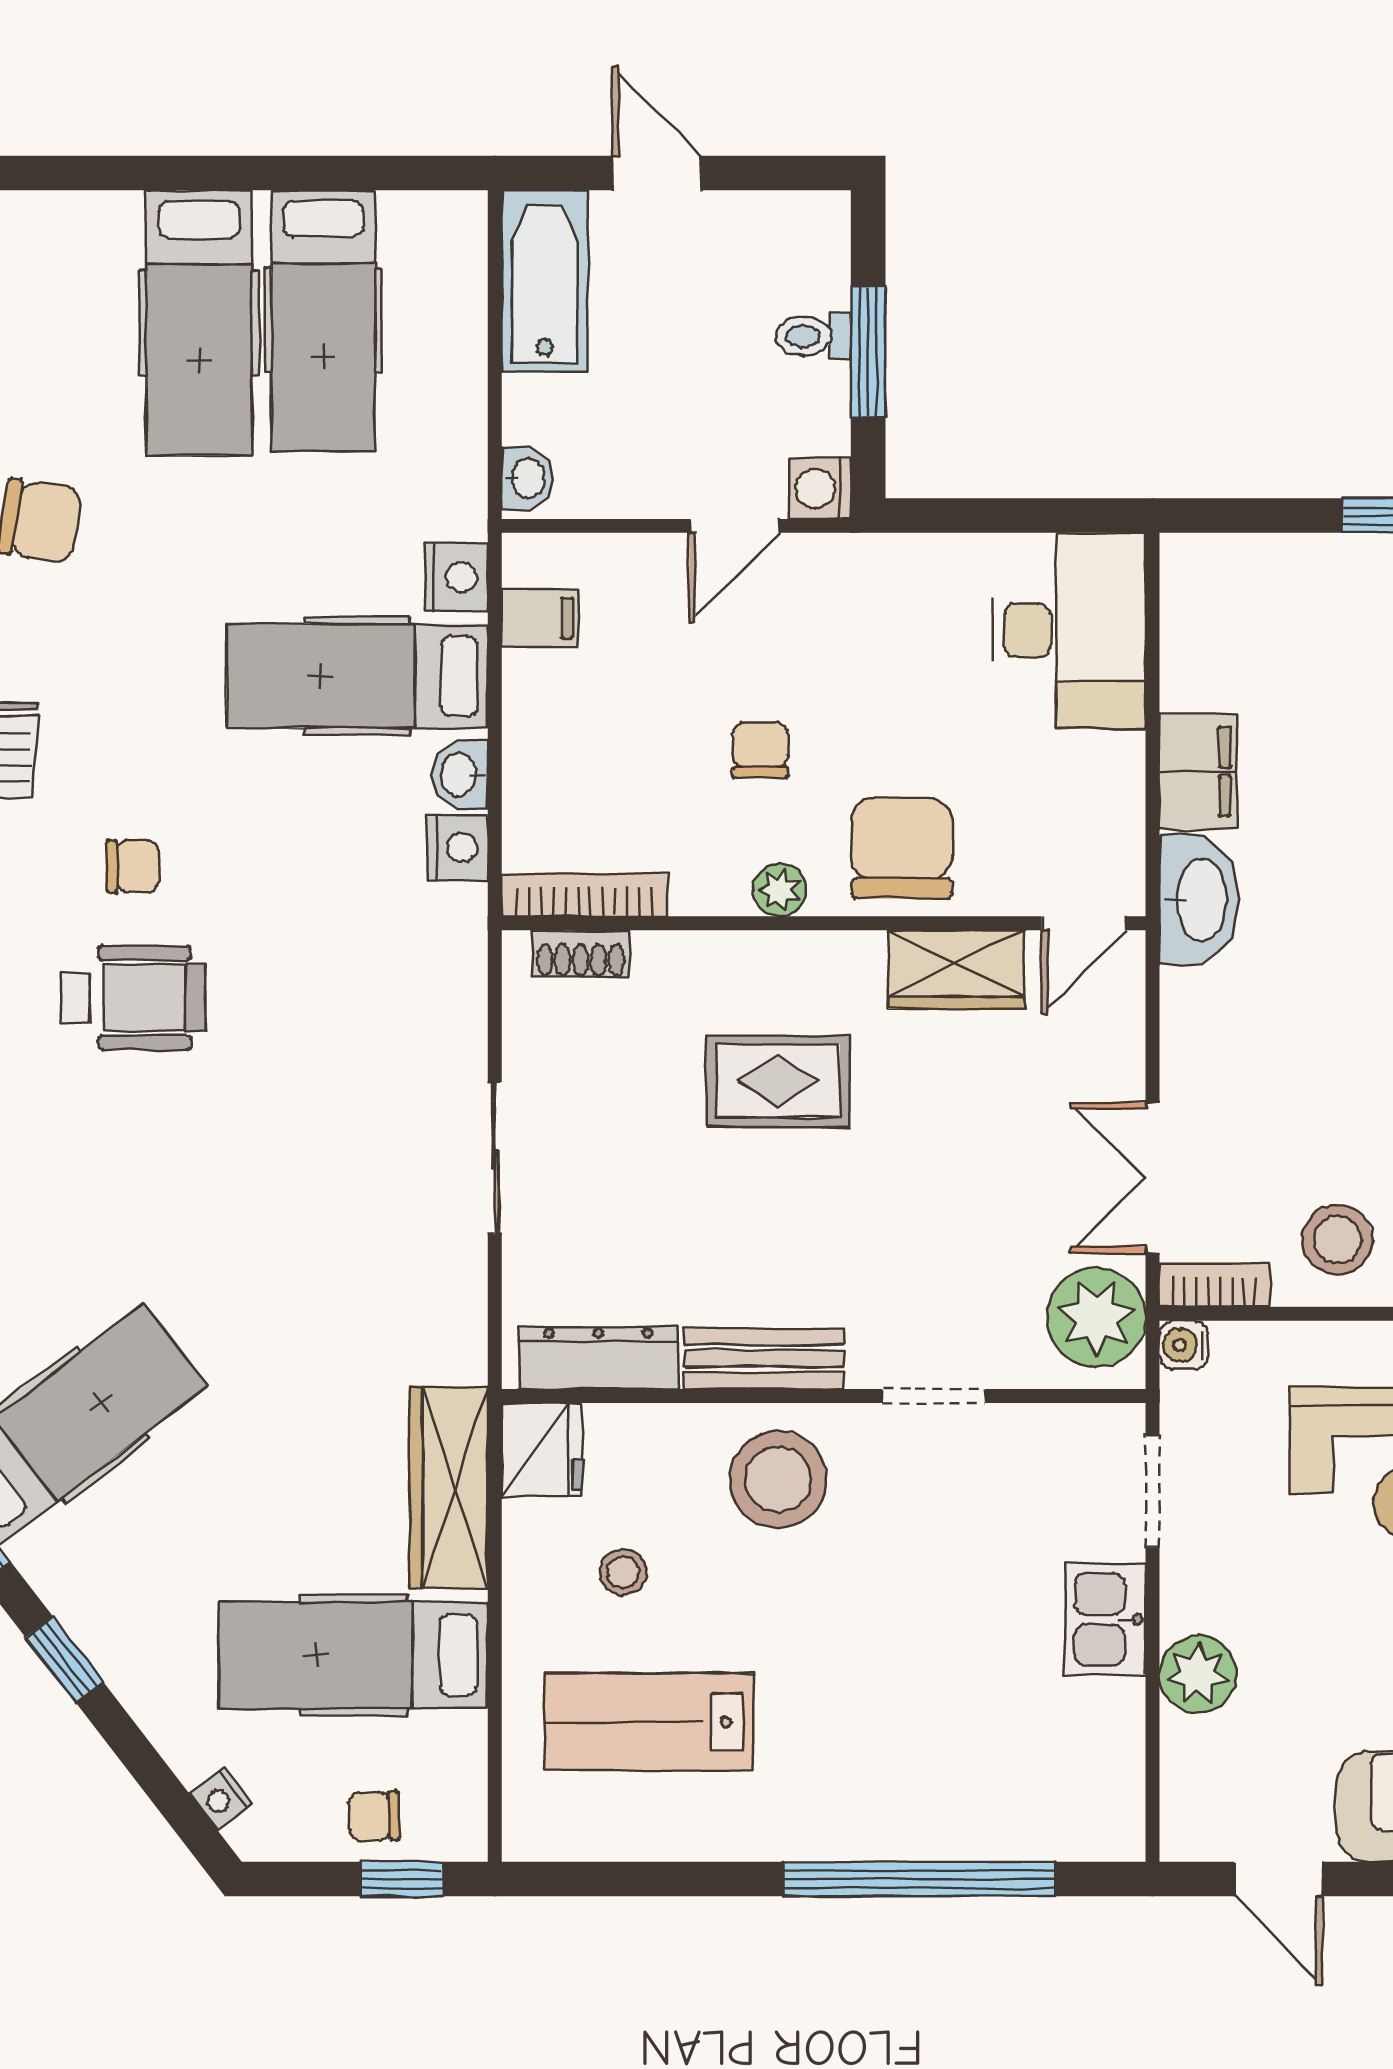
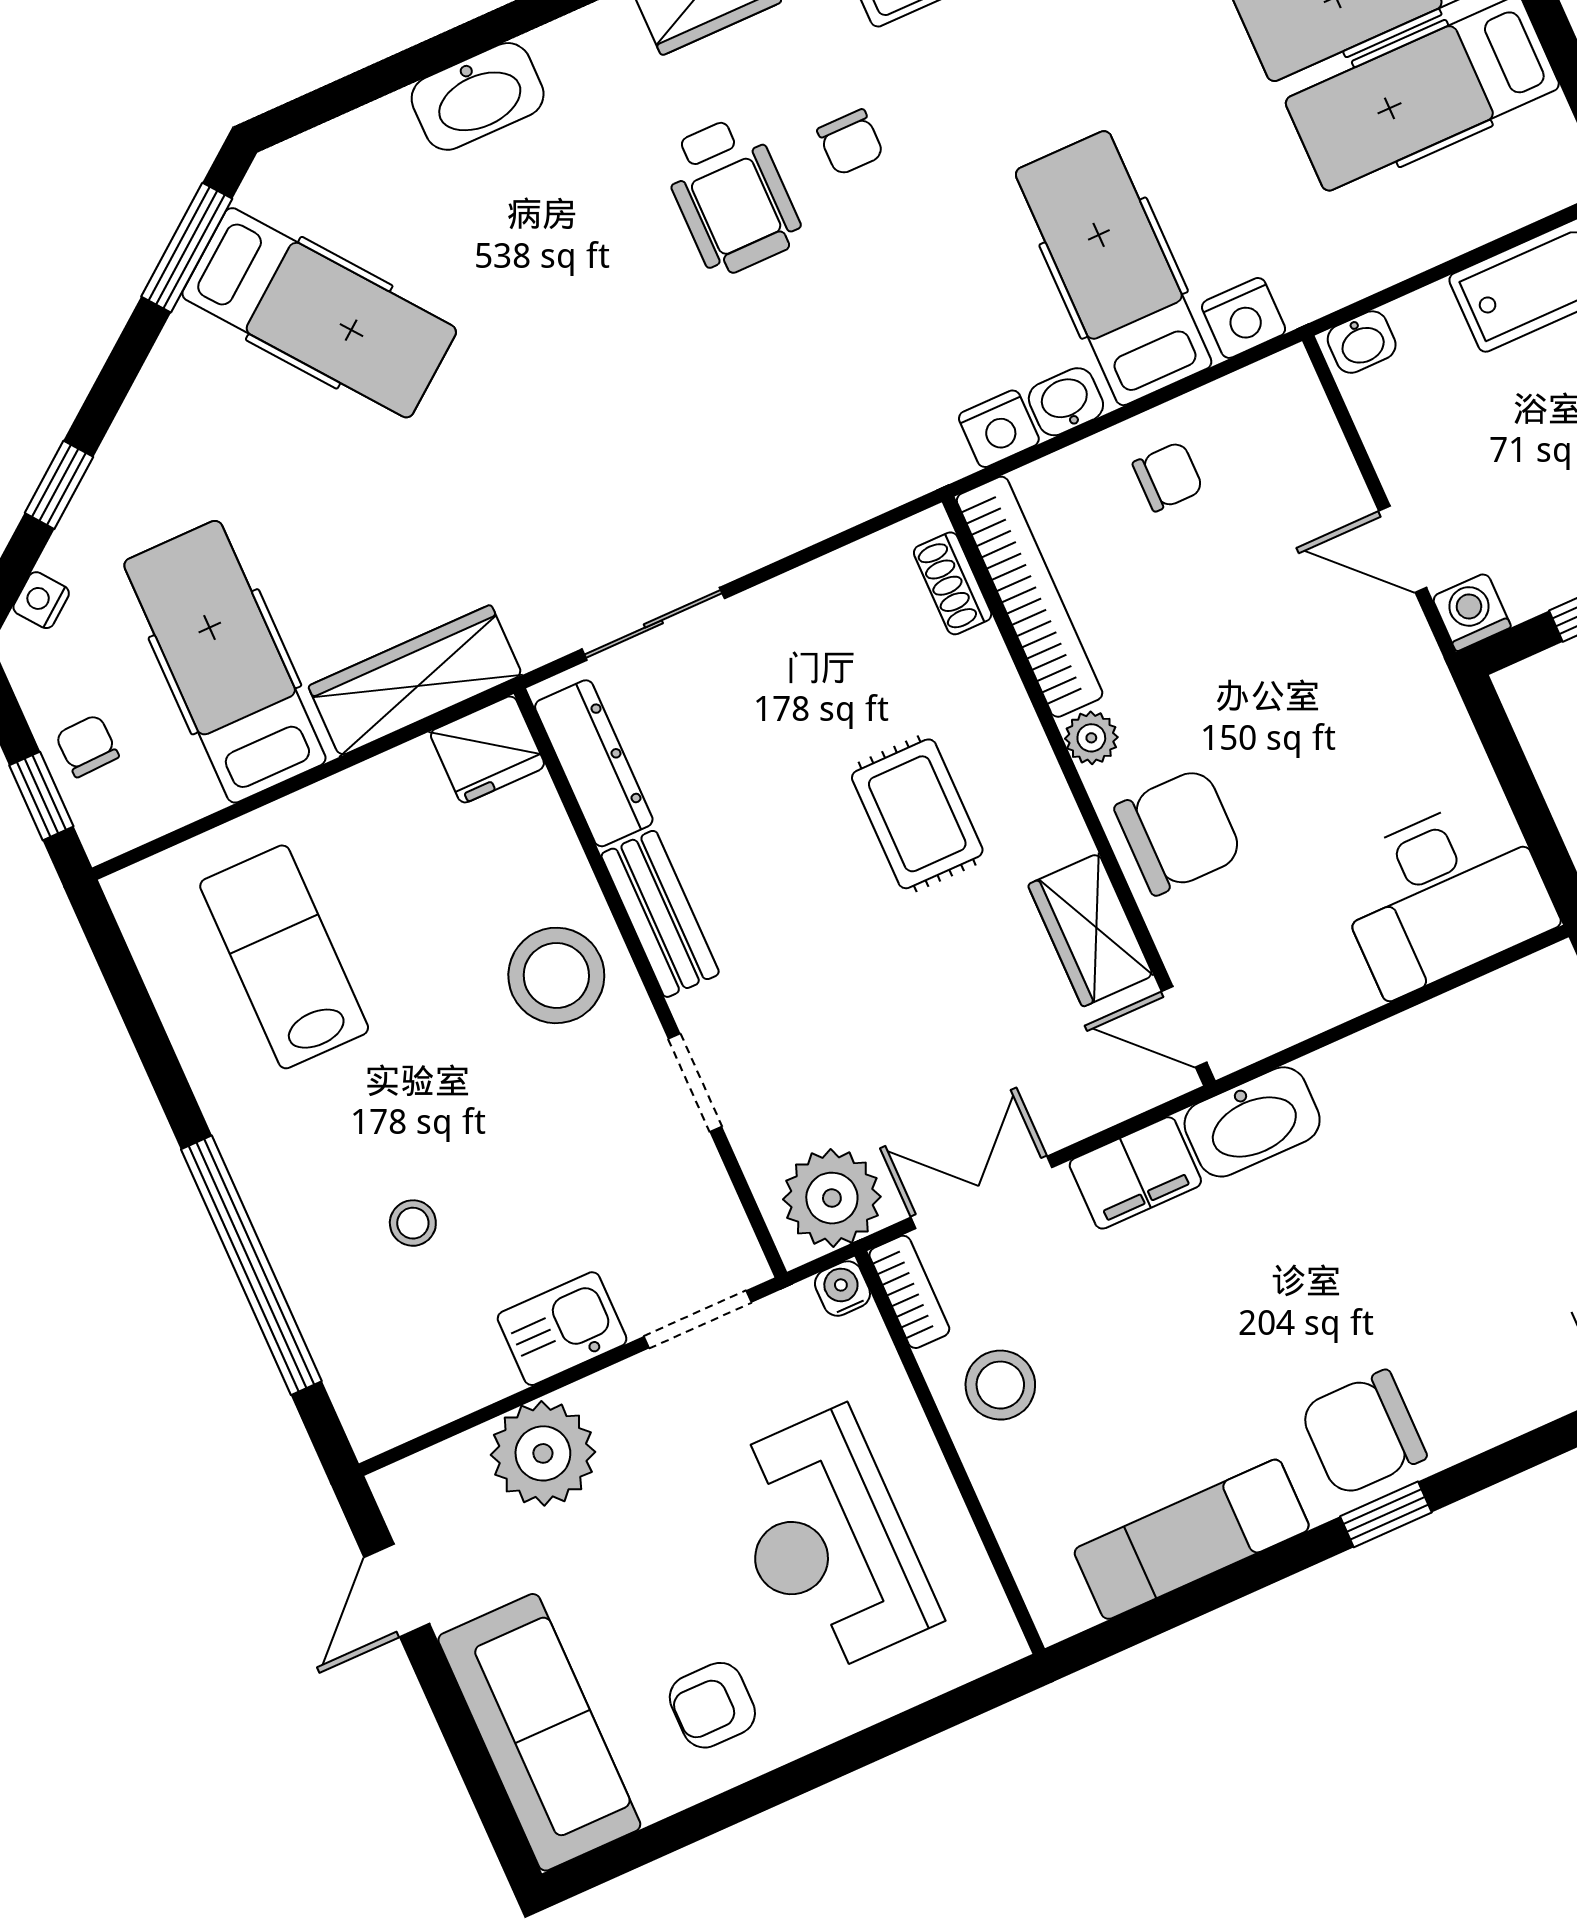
filing cabinet: (540, 618) -> (1240, 410), removed
chair: (760, 750) -> (1168, 476), moved
filing cabinet: (1198, 772) -> (1135, 1173), moved
bookcase: (585, 895) -> (1030, 597), width x1.48, depth x1.31
sliding door: (495, 1158) -> (653, 624), moved
stool: (623, 1572) -> (413, 1223), moved
window: (64, 1660) -> (59, 485), moved
plant: (1198, 1674) -> (543, 1453), width x1.36, depth x1.36

